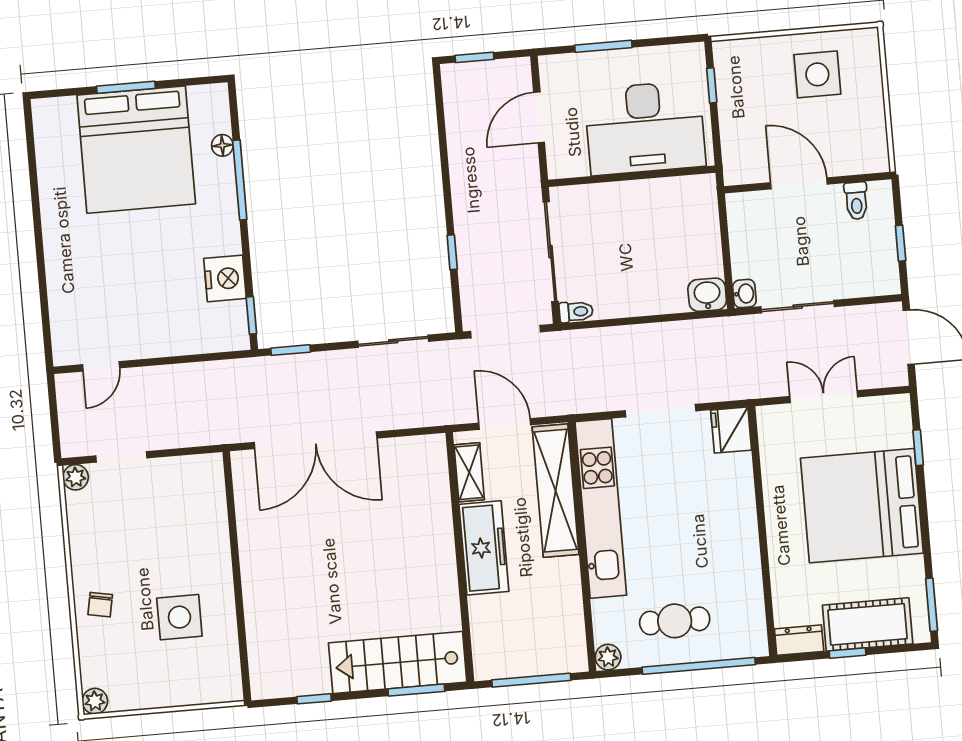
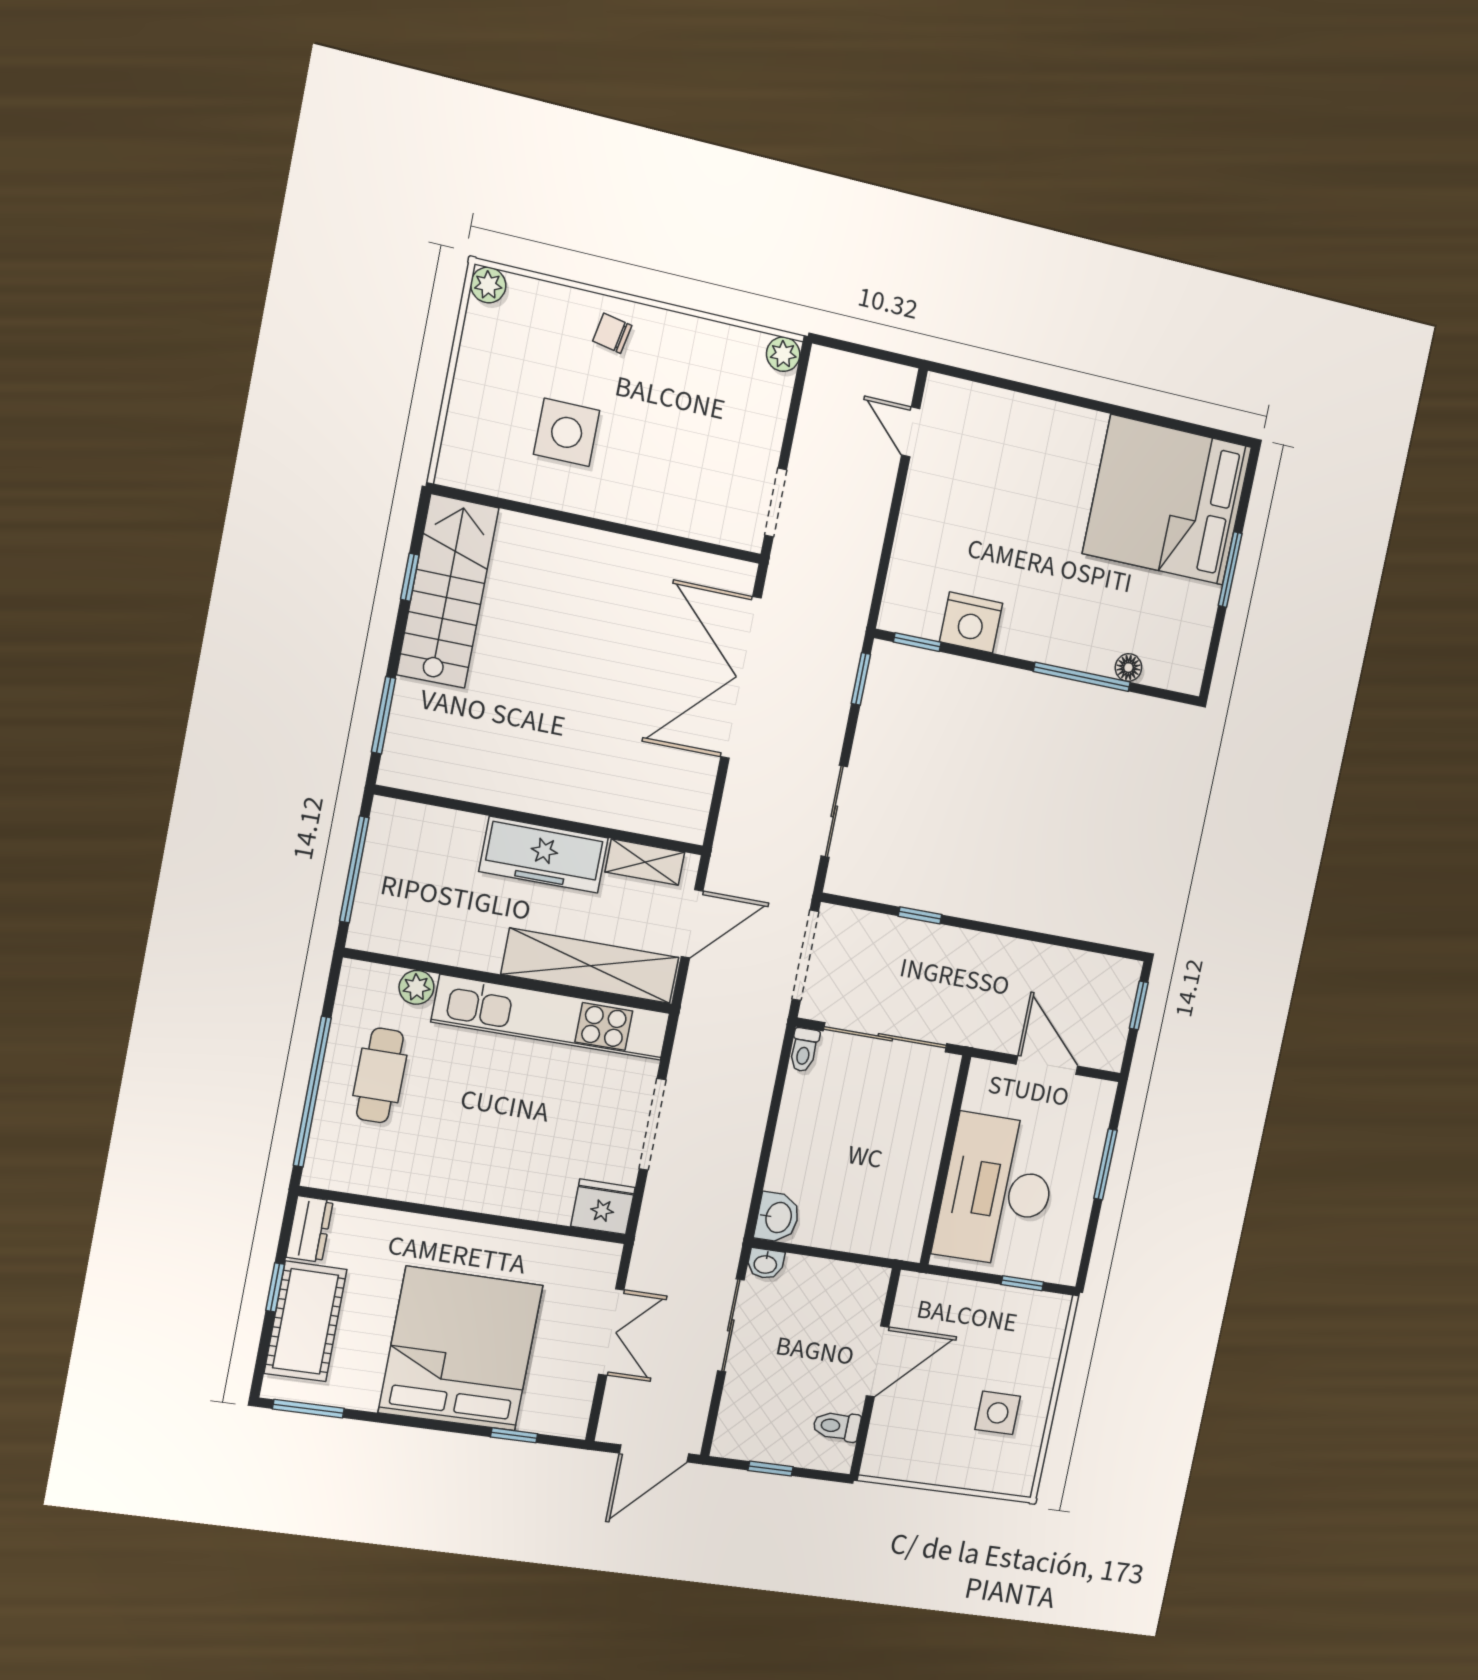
side table: (817, 74) -> (998, 1413), width x0.73, depth x0.73
bed: (136, 150) -> (1167, 500), moved
doorway: (121, 457) -> (776, 502), moved
plant: (608, 657) -> (416, 987), moved
stairs: (398, 662) -> (448, 591), moved

